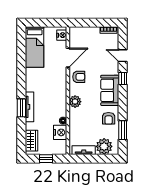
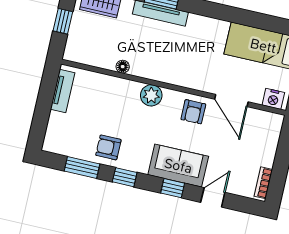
sofa: (110, 90) -> (178, 166), moved
window: (123, 106) -> (125, 177), added
nightstand: (60, 132) -> (103, 57), removed
plant: (104, 146) -> (61, 128), removed

